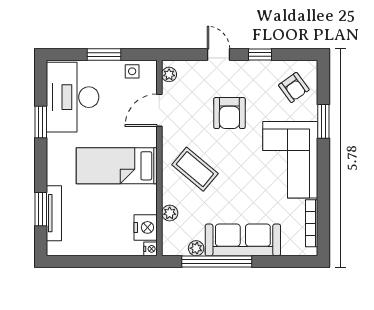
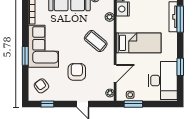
window: (104, 55) -> (133, 104), moved
window: (260, 55) -> (47, 104), moved
window: (323, 121) -> (25, 56), moved
window: (41, 209) -> (180, 19), width x1.44

